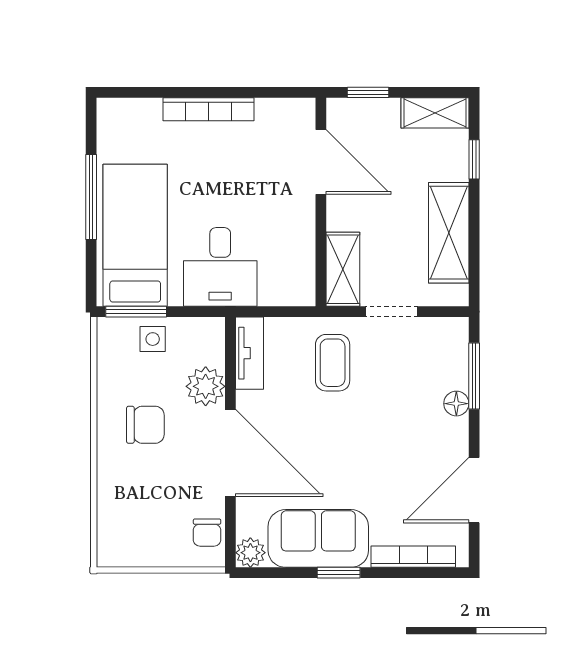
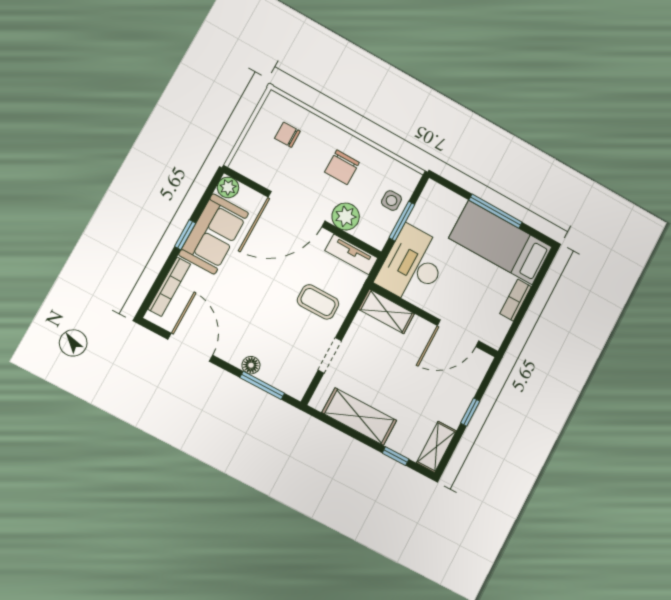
bookcase: (208, 109) -> (516, 300), width x0.64
door: (321, 162) -> (458, 333), moved
wall: (321, 202) -> (434, 320), moved
bed: (135, 235) -> (500, 243), moved, turned 180
desk: (220, 267) -> (413, 265), width x1.37
shelving: (343, 269) -> (387, 311), moved
window: (136, 312) -> (402, 221), moved
chair: (207, 533) -> (287, 135), moved

